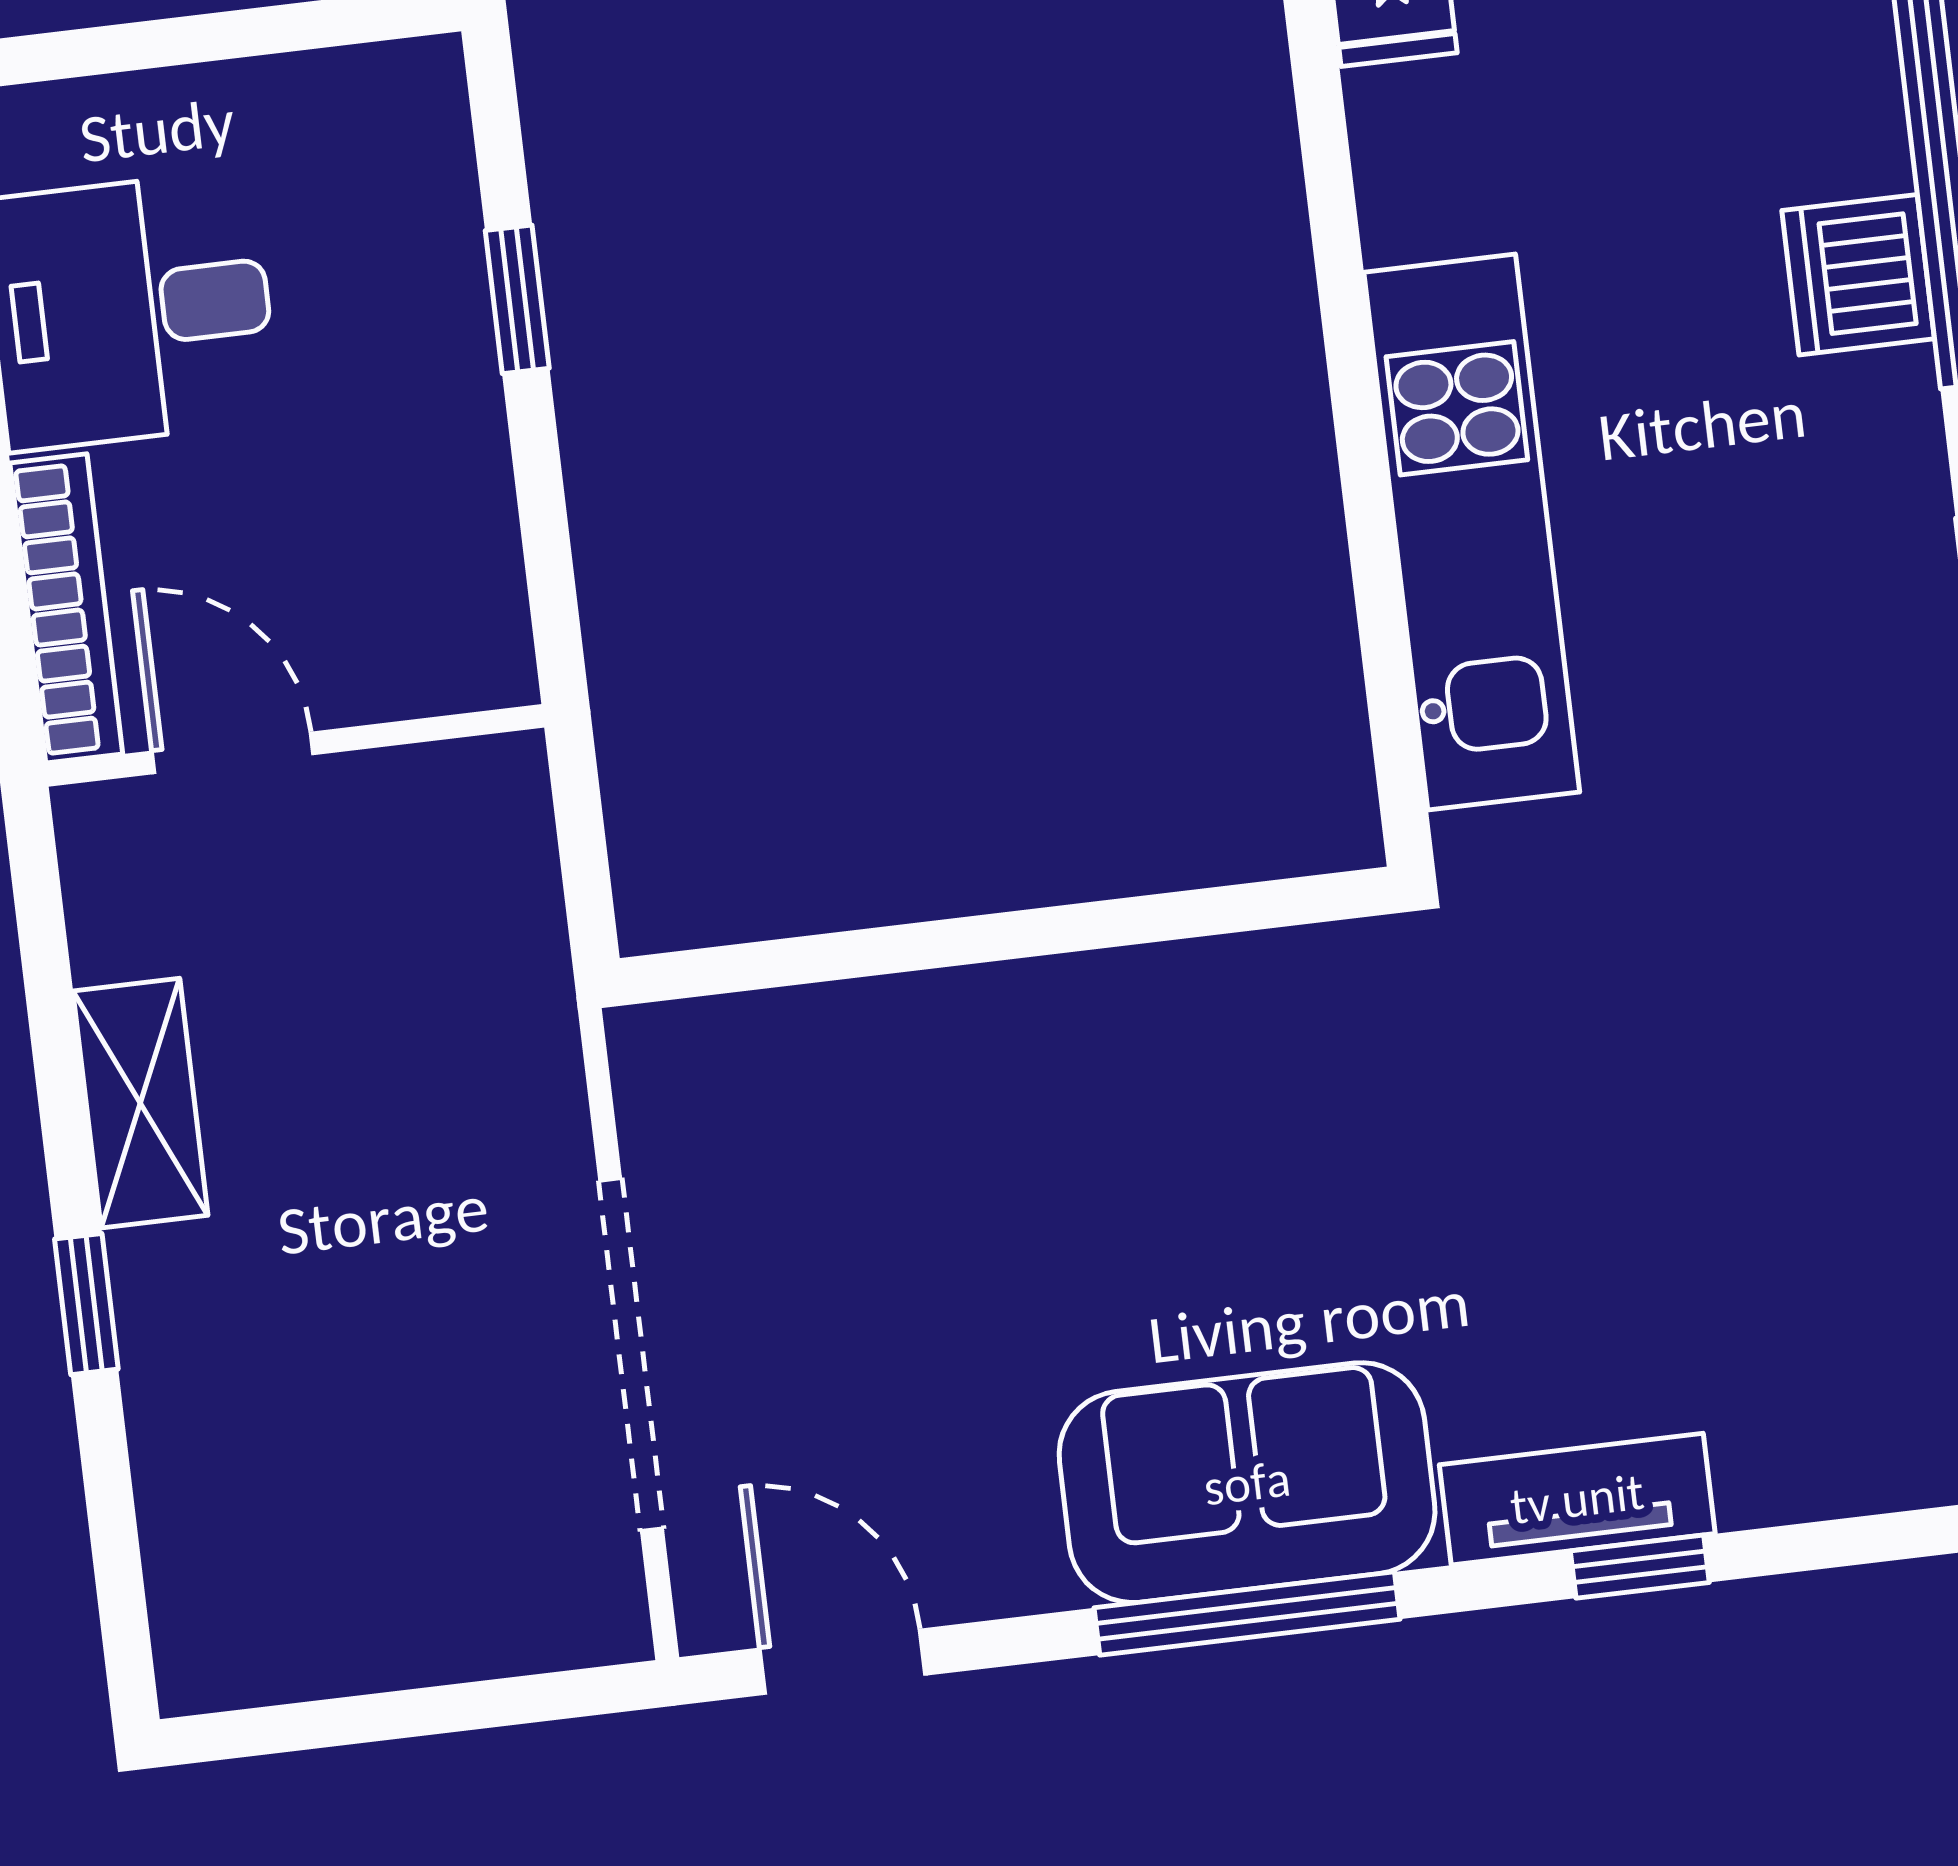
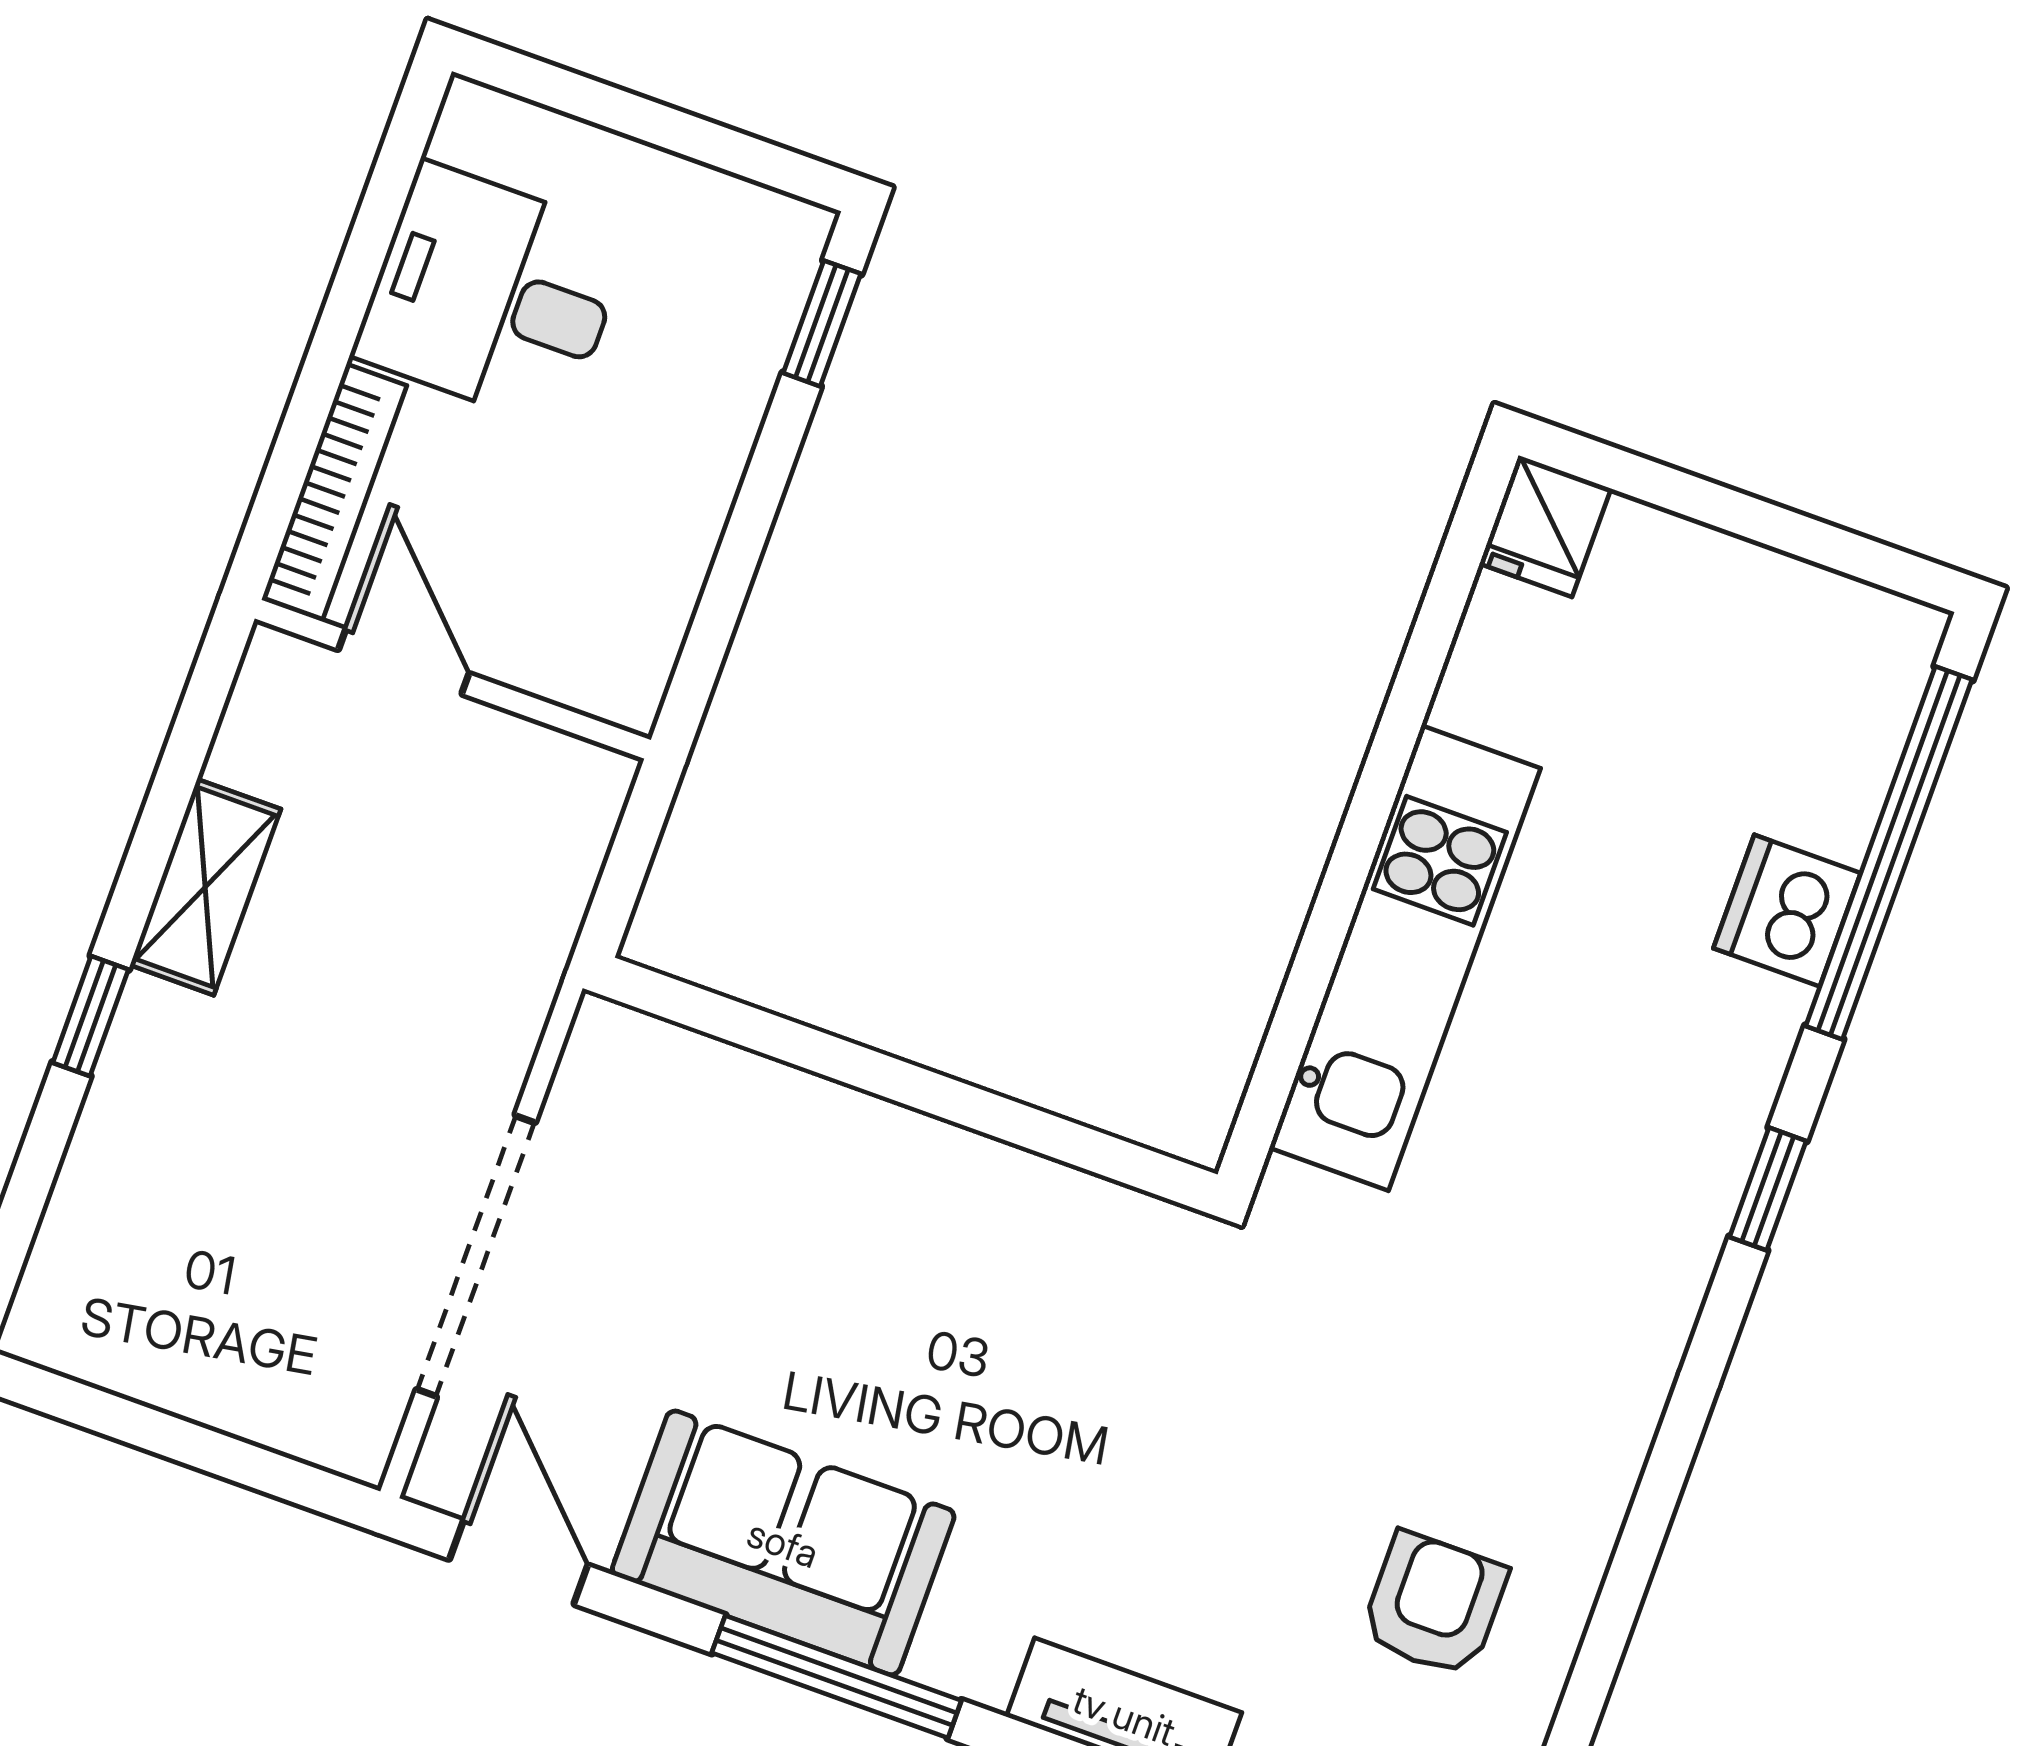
window: (517, 299) -> (822, 323), moved
armchair: (1852, 1213) -> (1434, 1604), added
sofa: (1247, 1483) -> (783, 1543), moved

